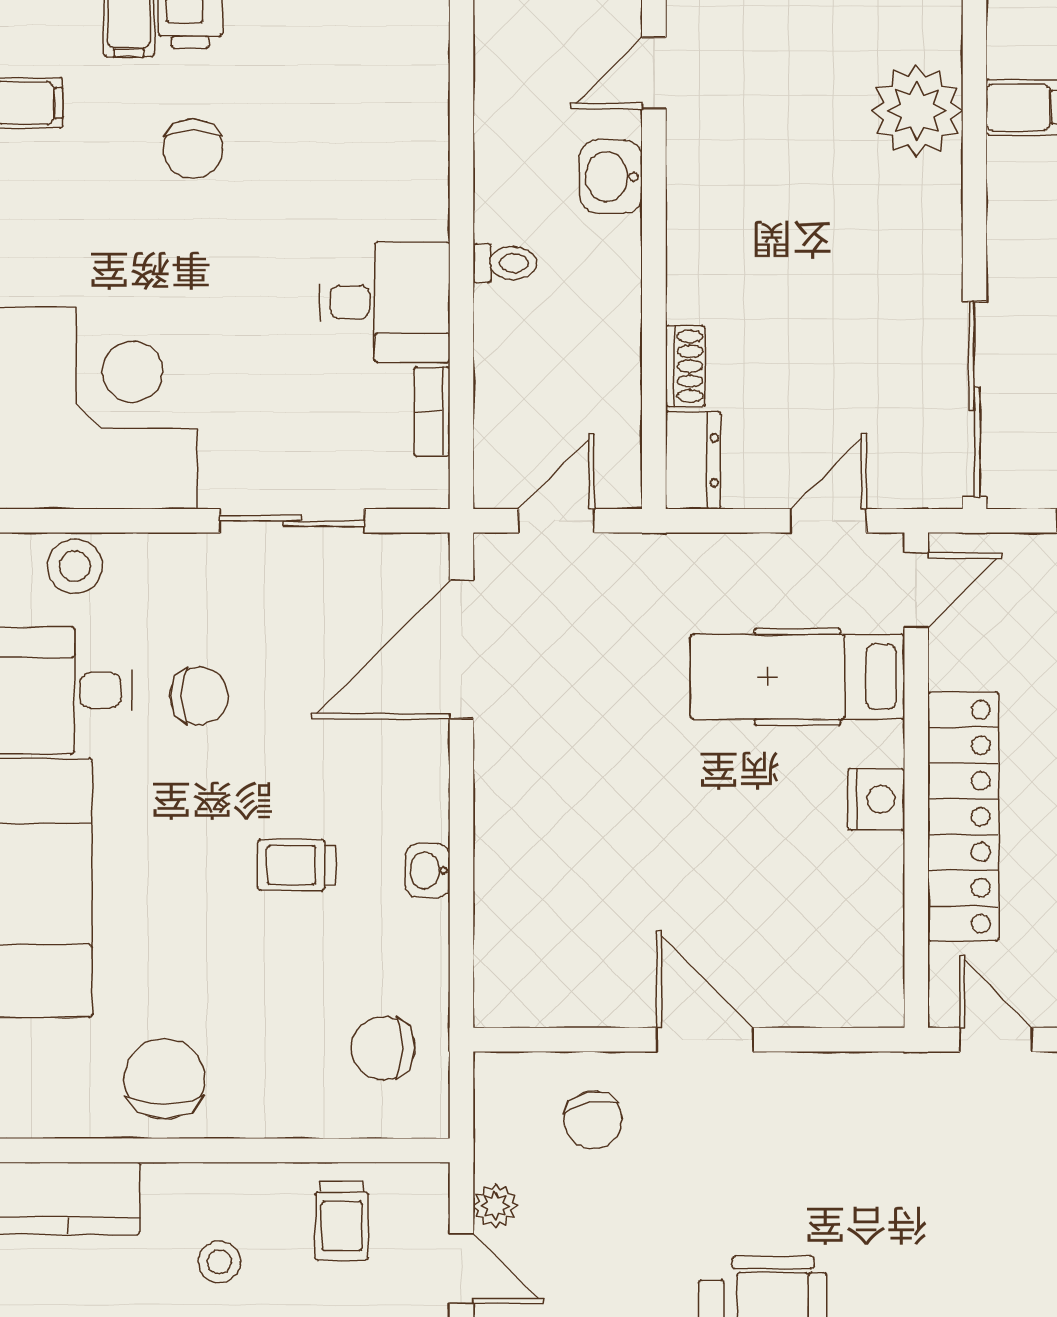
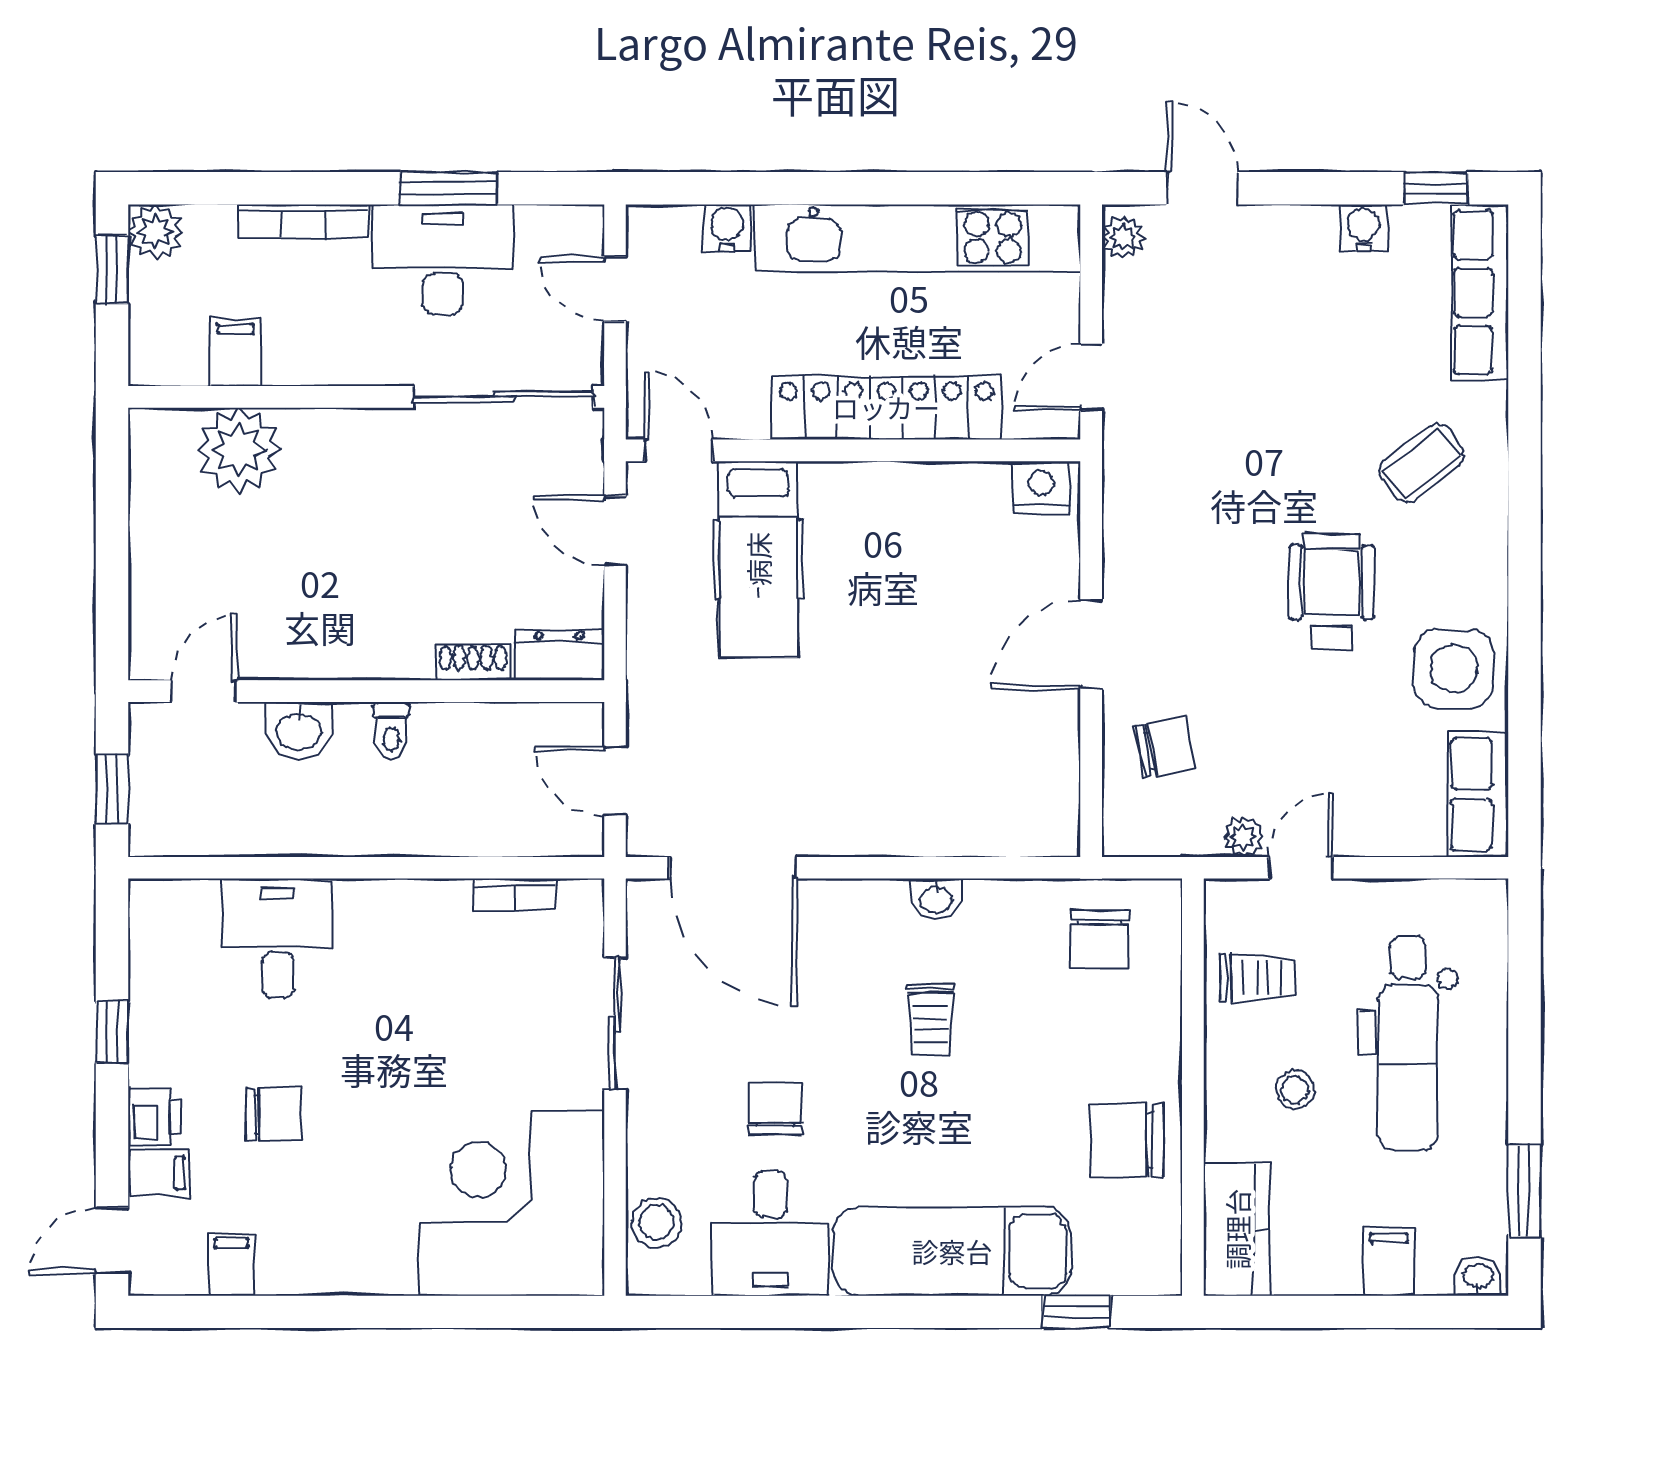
door: (654, 73) -> (204, 691), swing flipped
toilet: (505, 263) -> (391, 731), moved, turned 180
desk: (385, 302) -> (278, 938), moved
nightstand: (876, 799) -> (1041, 487), moved

